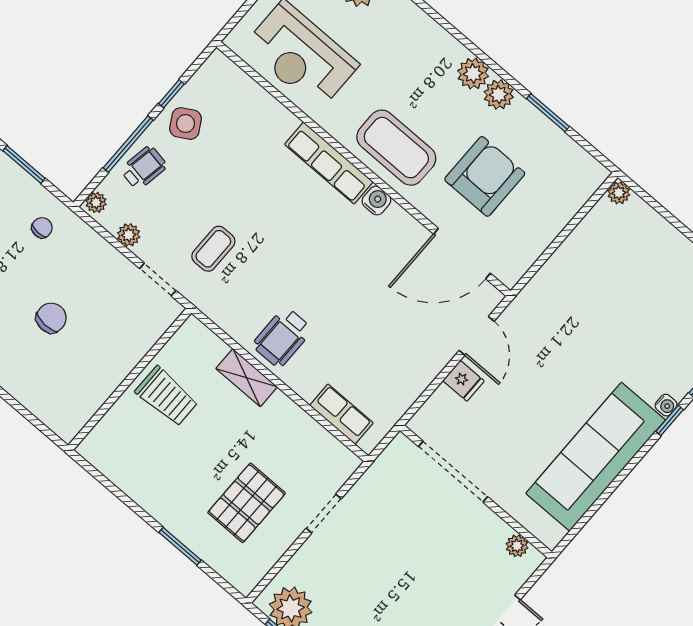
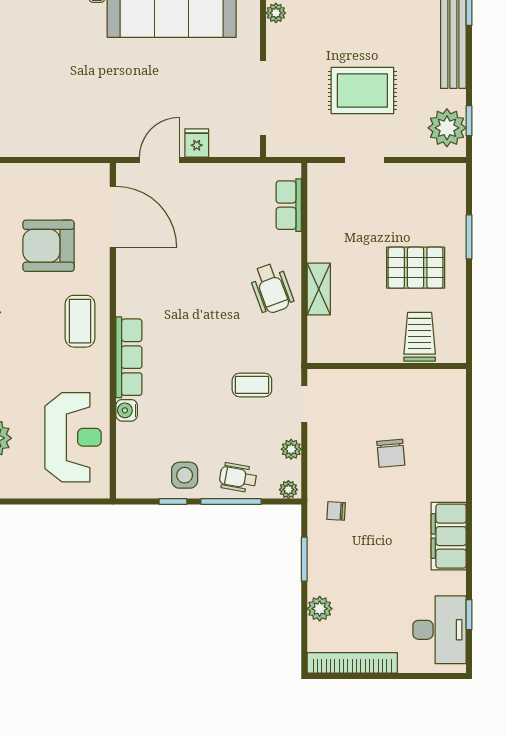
side table: (185, 124) -> (185, 475), turned 30
coffee table: (396, 148) -> (80, 321), width x0.73, depth x0.76
water cooler: (376, 201) -> (127, 410), moved
chair: (51, 318) -> (391, 453), turned -98
wheelchair: (282, 337) -> (272, 288), turned 70
trolley: (167, 396) -> (420, 337), moved
pallet: (247, 503) -> (416, 268), moved
rug: (386, 563) -> (362, 91), added

